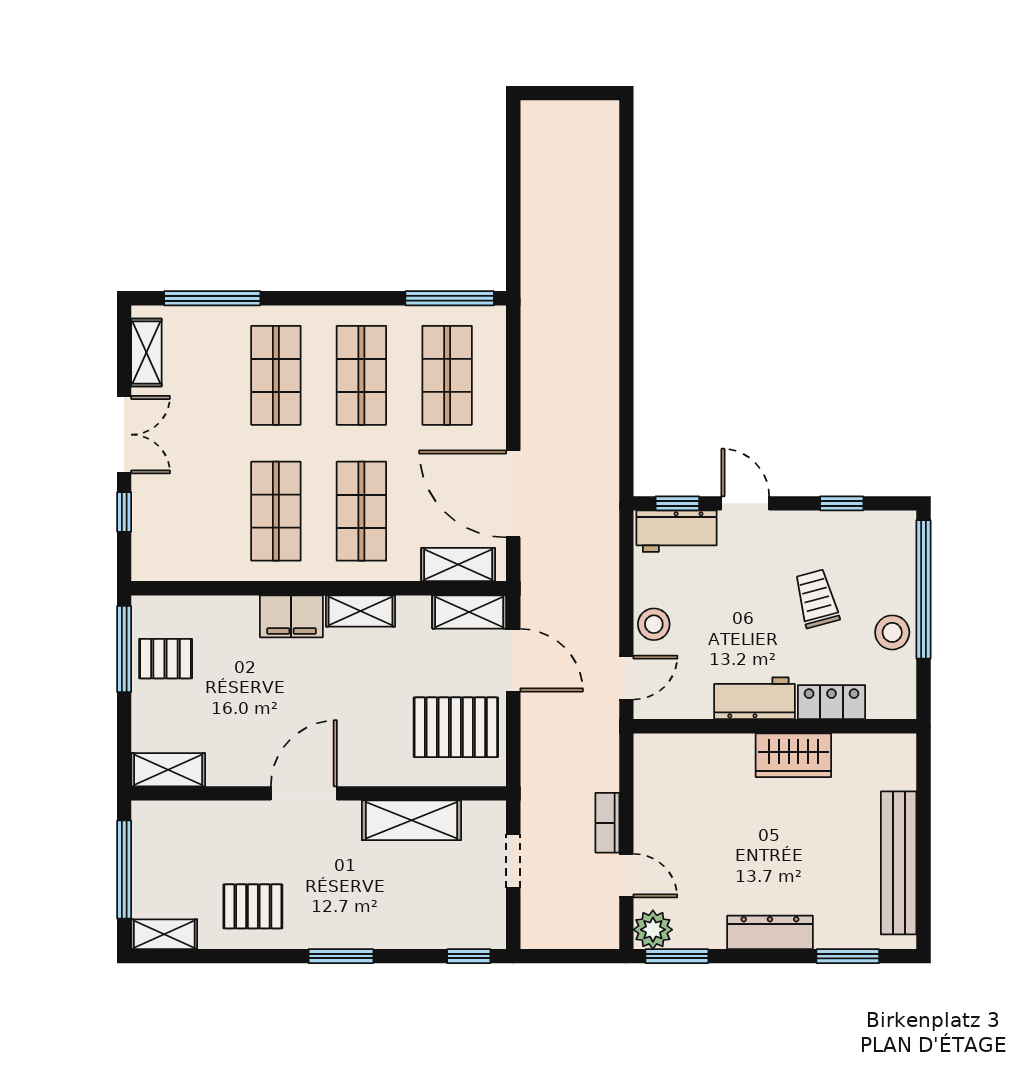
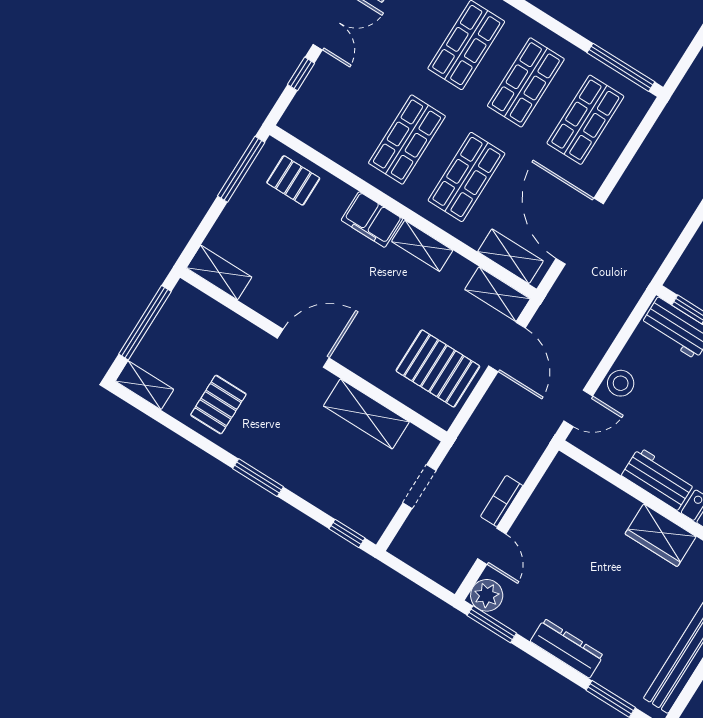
pallet: (166, 659) -> (293, 180), moved
pallet: (253, 906) -> (218, 405), turned 90

